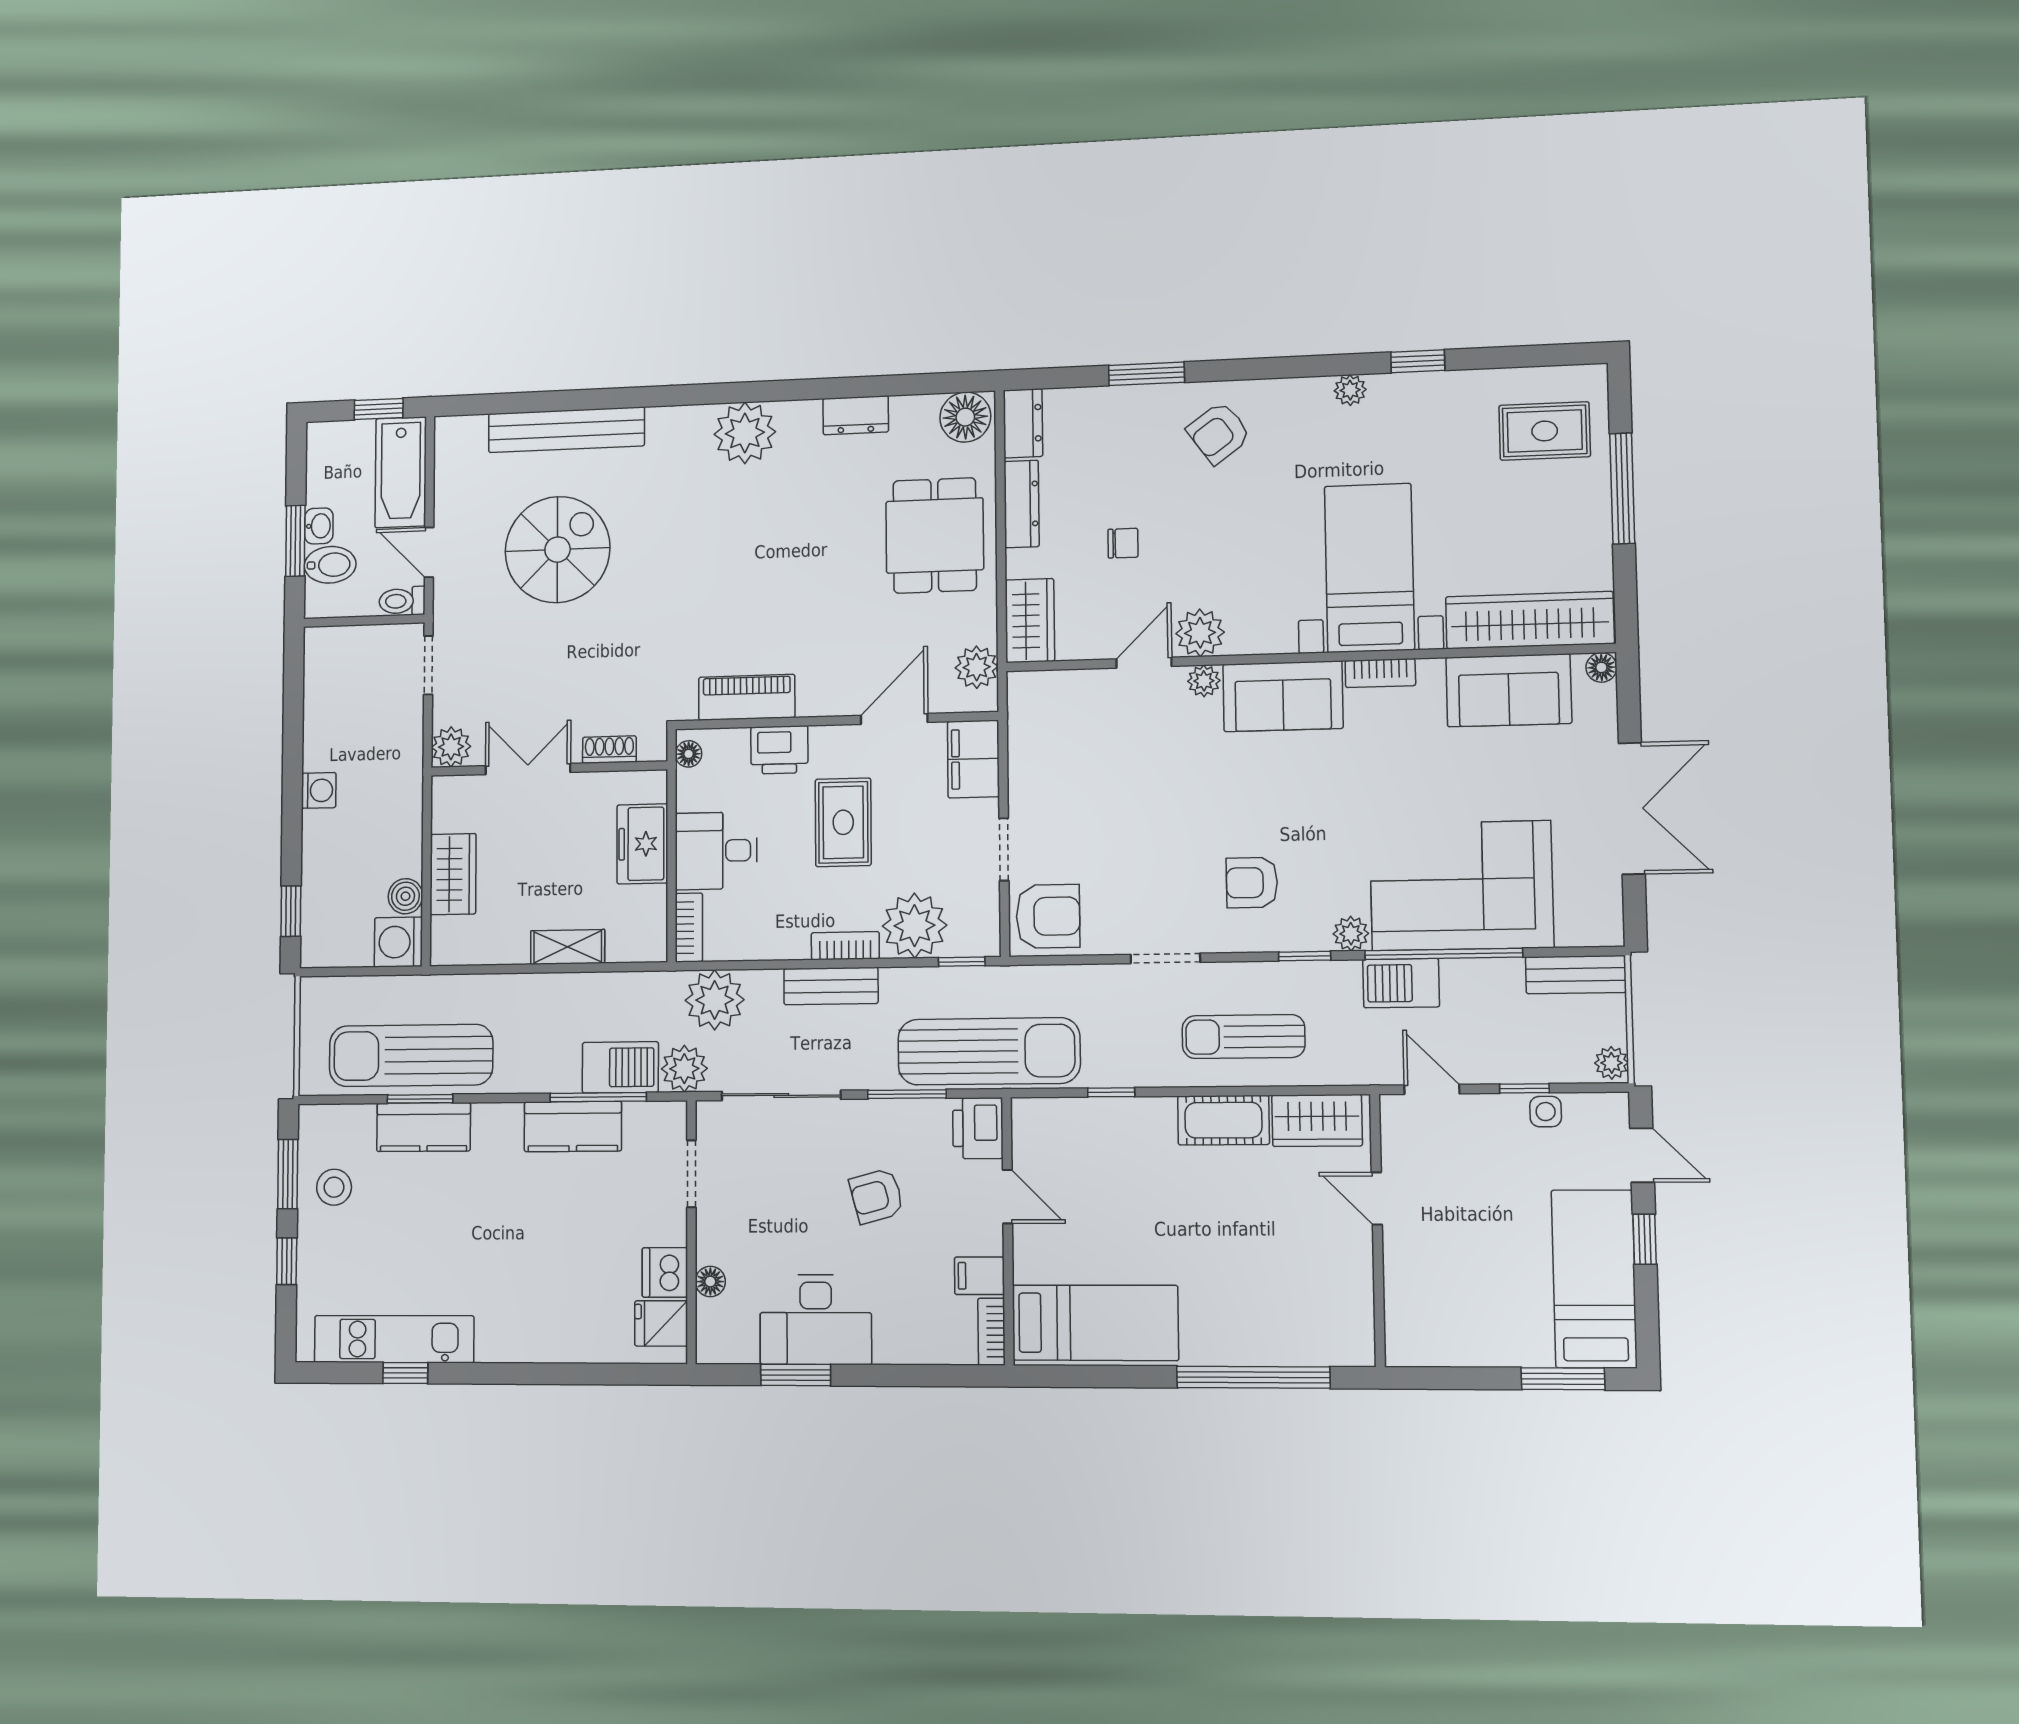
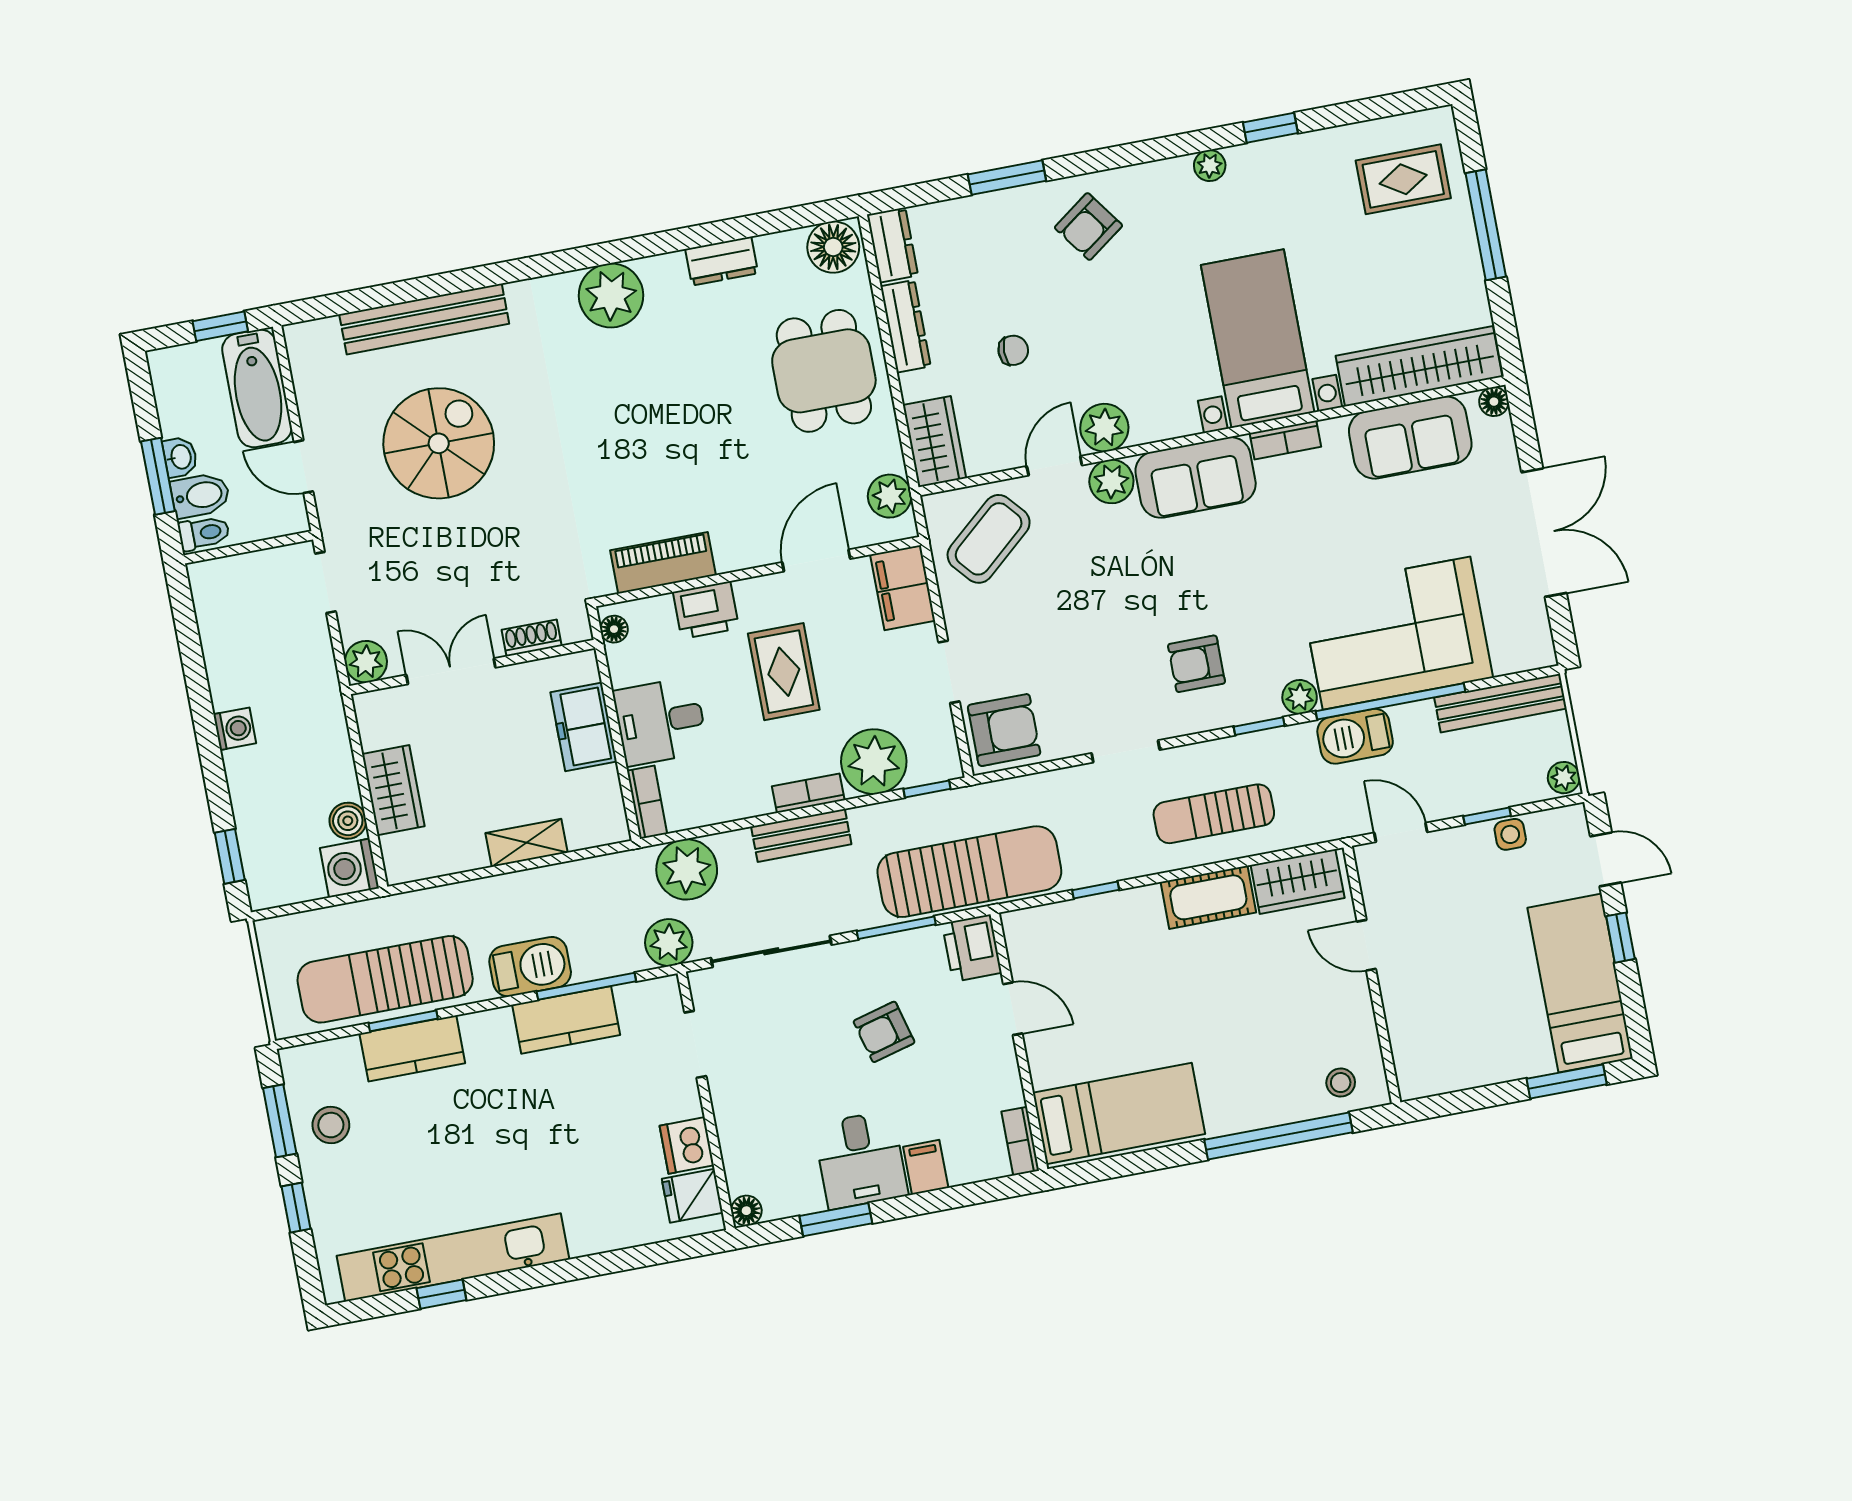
toilet: (402, 601) -> (204, 533), moved, turned 180
plant: (1204, 681) -> (1111, 481), width x1.38, depth x1.38
coffee table: (1066, 725) -> (989, 539), added
bench: (1576, 975) -> (1500, 703), width x1.36
barbecue: (620, 1067) -> (530, 967), moved
filing cabinet: (979, 1276) -> (926, 1167), moved, turned 90
floor lamp: (710, 1282) -> (746, 1211), moved
desk: (816, 1320) -> (861, 1160), width x0.73
stool: (1327, 1335) -> (1341, 1083), added
kitchen unit: (394, 1339) -> (453, 1258), width x1.36

